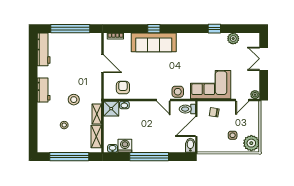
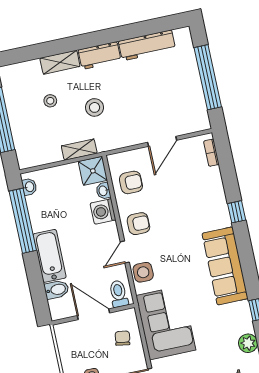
sofa: (154, 42) -> (225, 266), moved
workbench: (44, 49) -> (147, 45), moved
armchair: (148, 88) -> (138, 224), added
shelving: (96, 137) -> (60, 62), moved
bathtub: (156, 145) -> (50, 256), added
bidet: (190, 145) -> (57, 290), moved
washing machine: (125, 146) -> (103, 211), moved, turned 180
window: (149, 157) -> (23, 221), moved

